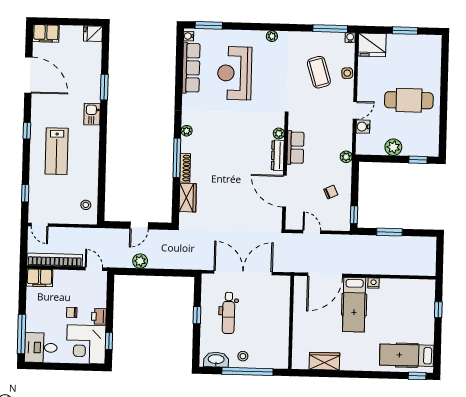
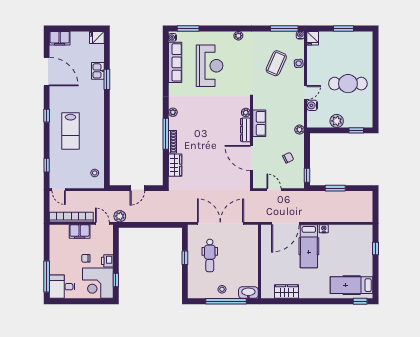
fridge: (372, 45) -> (313, 38), width x0.53, depth x0.75
coffee table: (319, 72) -> (276, 63), turned 41
reception desk: (235, 73) -> (210, 66), turned 180
kitchen sink: (92, 114) -> (98, 71), moved
plant: (140, 261) -> (120, 216), moved
filing cabinet: (40, 278) -> (80, 232), moved
washbasin: (216, 360) -> (248, 293), moved

